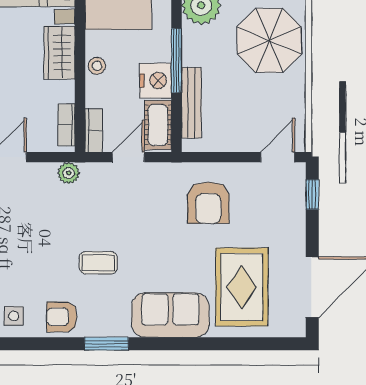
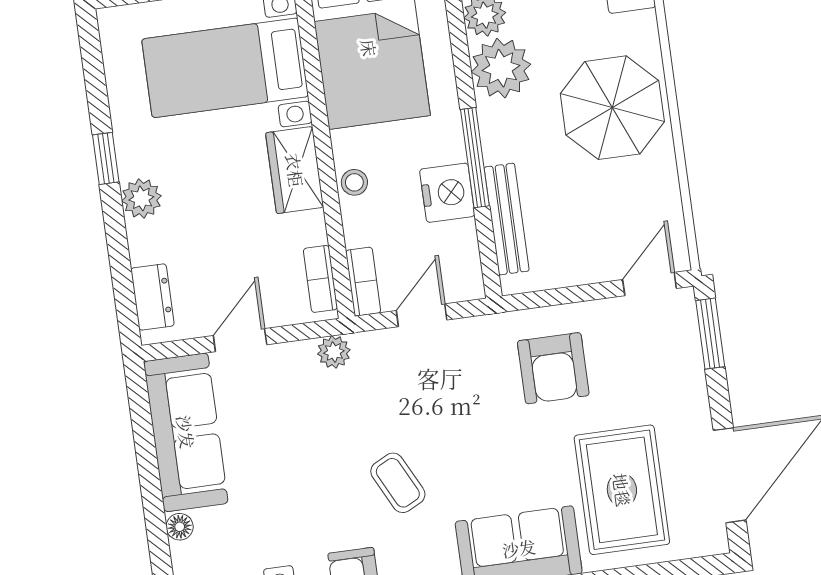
cot: (158, 125) -> (460, 260), removed
window: (312, 194) -> (710, 334), width x1.50
coffee table: (98, 263) -> (398, 483), turned 63

